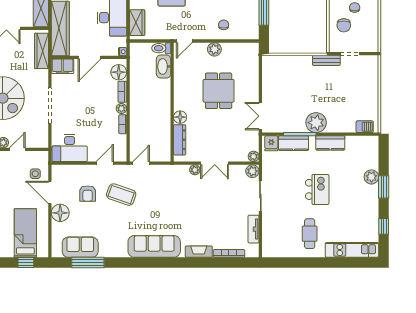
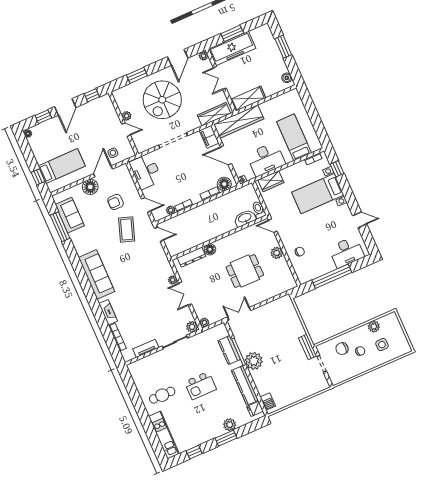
plant: (121, 108) -> (171, 210), moved
fridge: (271, 143) -> (255, 409), moved
kitchen counter: (330, 143) -> (245, 385), width x1.50

